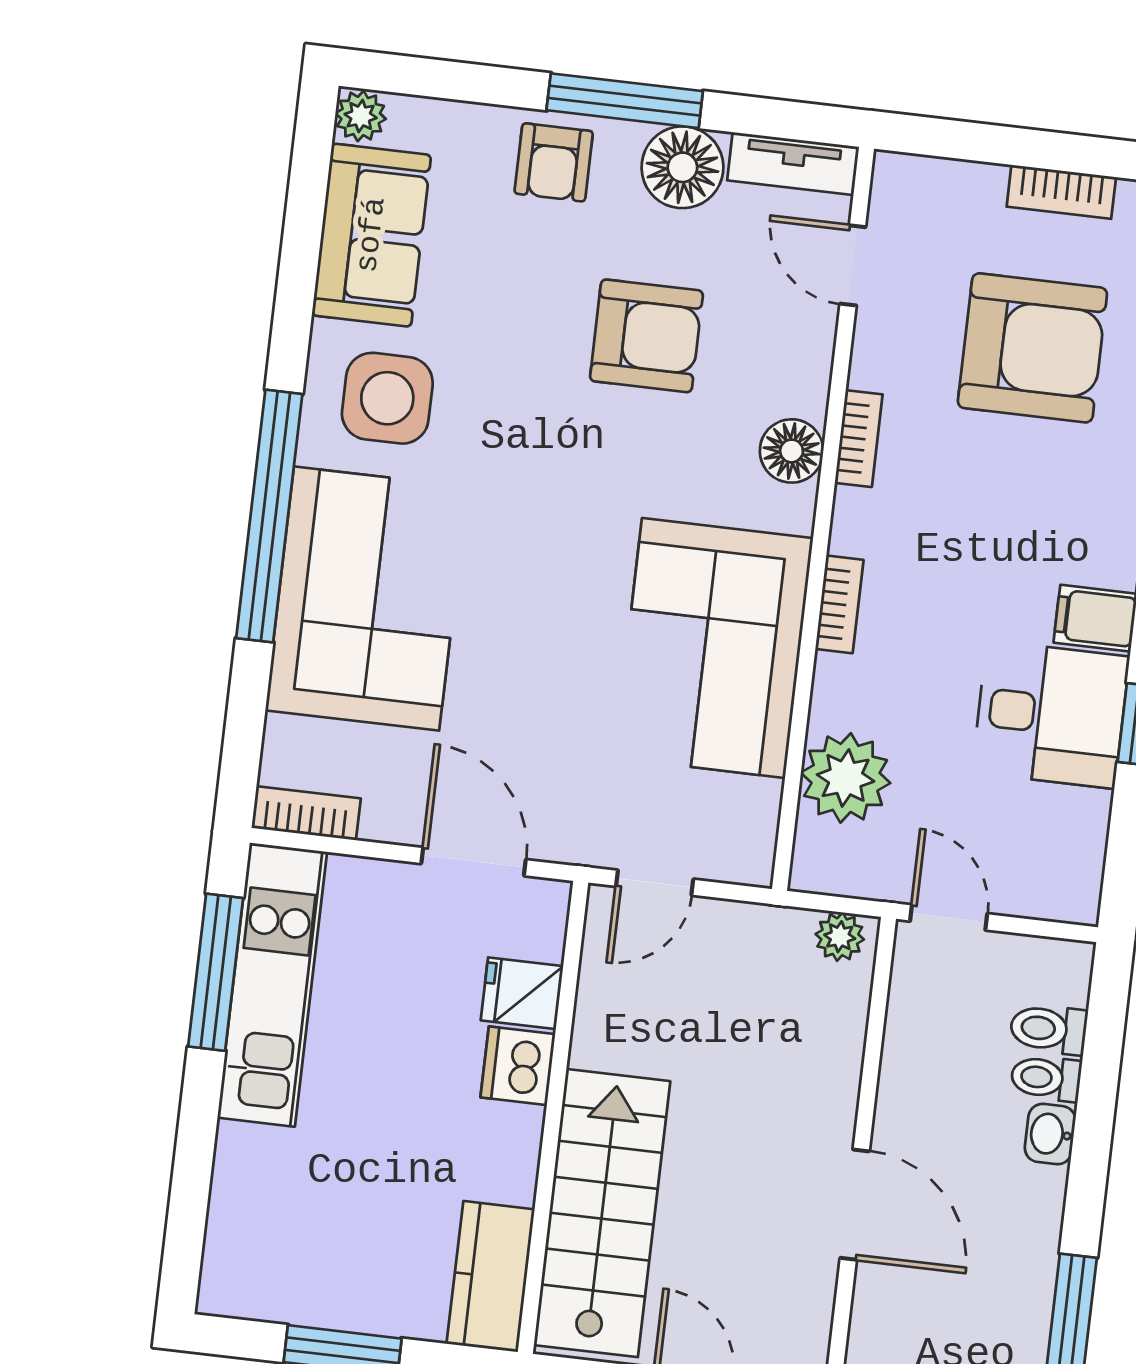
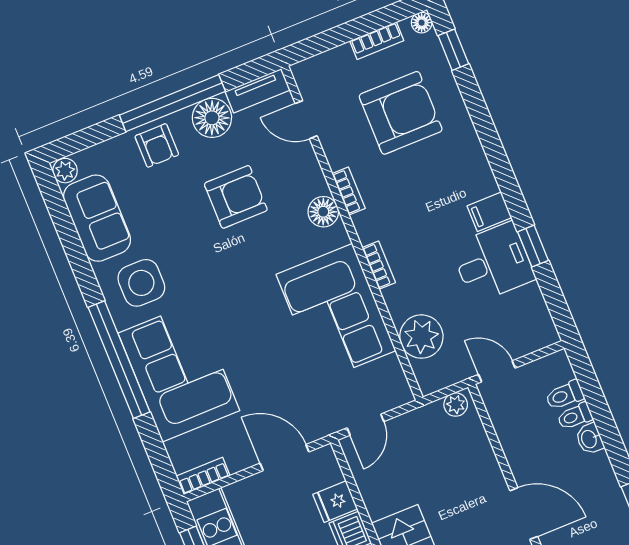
window: (625, 101) -> (172, 103), width x1.46

